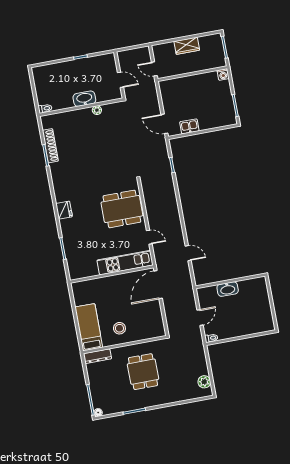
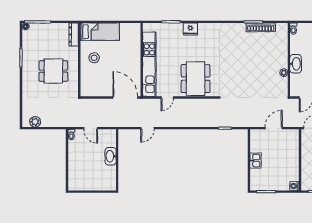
door: (164, 124) -> (274, 128), moved
kitchen sink: (189, 126) -> (255, 161), moved
fridge: (64, 210) -> (190, 29), moved
kitchen unit: (125, 263) -> (149, 64), width x1.36

